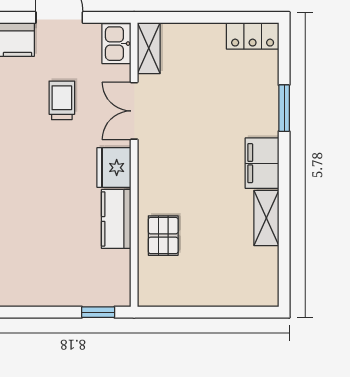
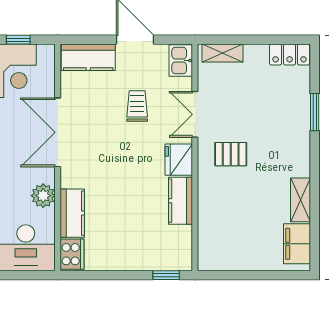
shelving: (149, 48) -> (222, 53), moved, turned 90
filing cabinet: (262, 163) -> (297, 244), moved
pallet: (163, 236) -> (231, 154), moved, turned 90

